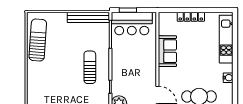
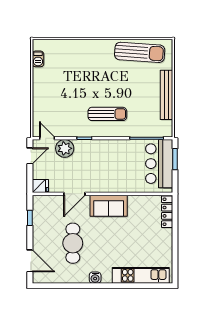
bench: (88, 17) -> (166, 95), moved
locker: (191, 17) -> (167, 212), moved
sofa: (167, 51) -> (109, 206), moved

